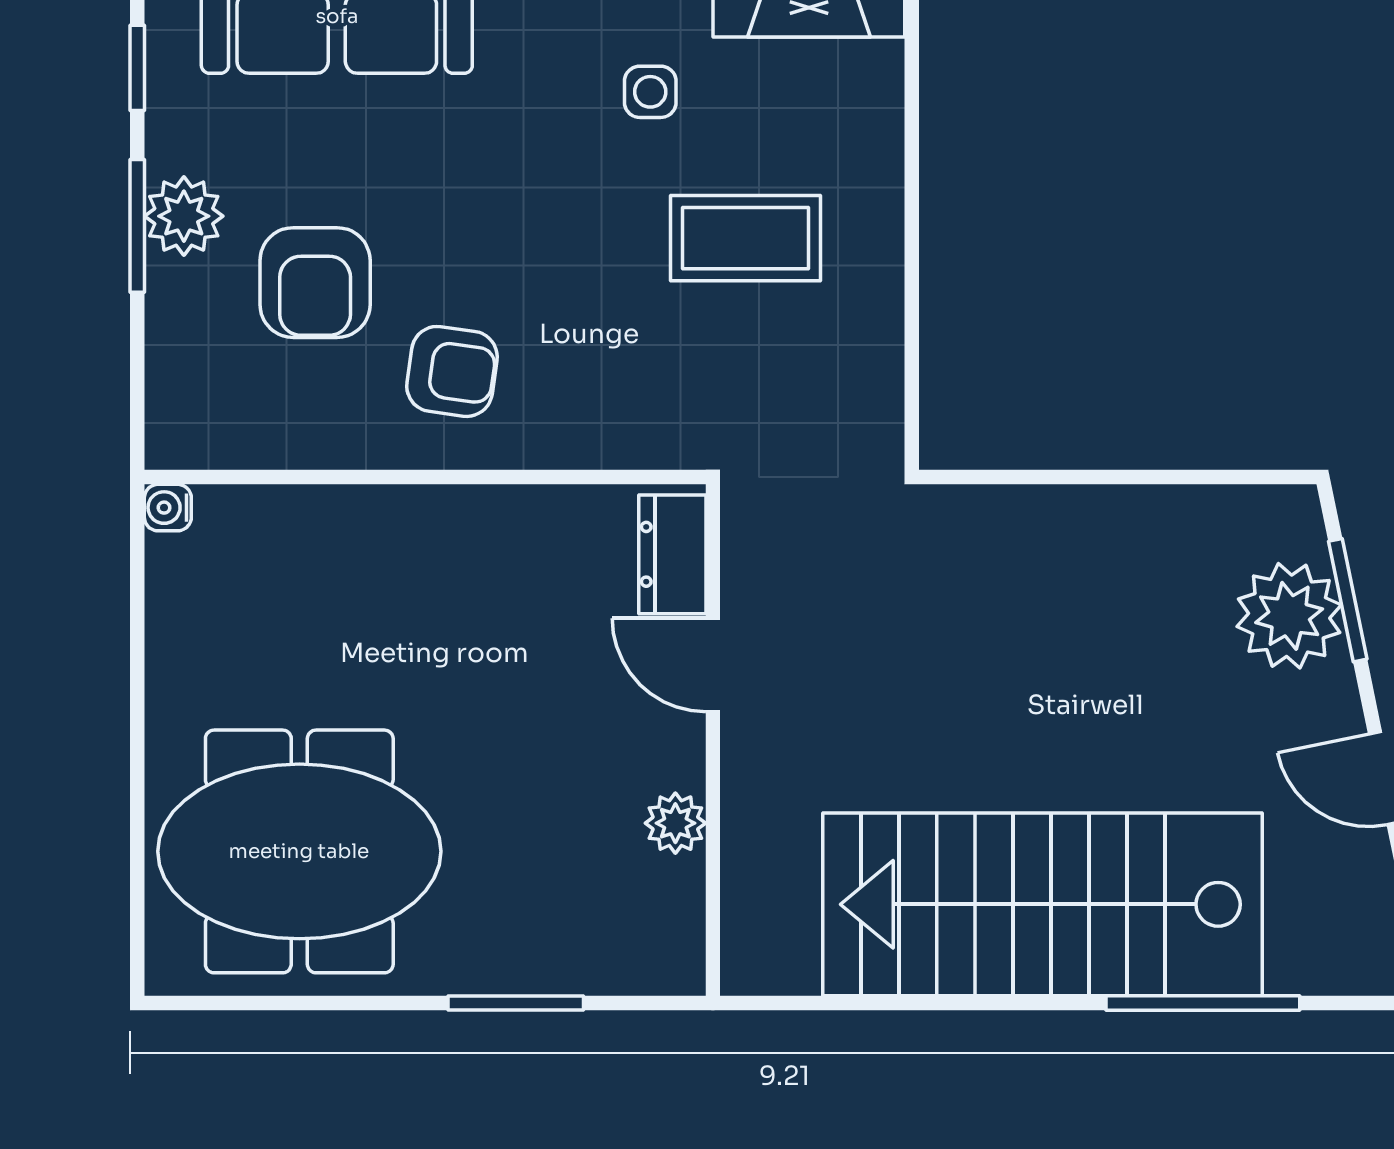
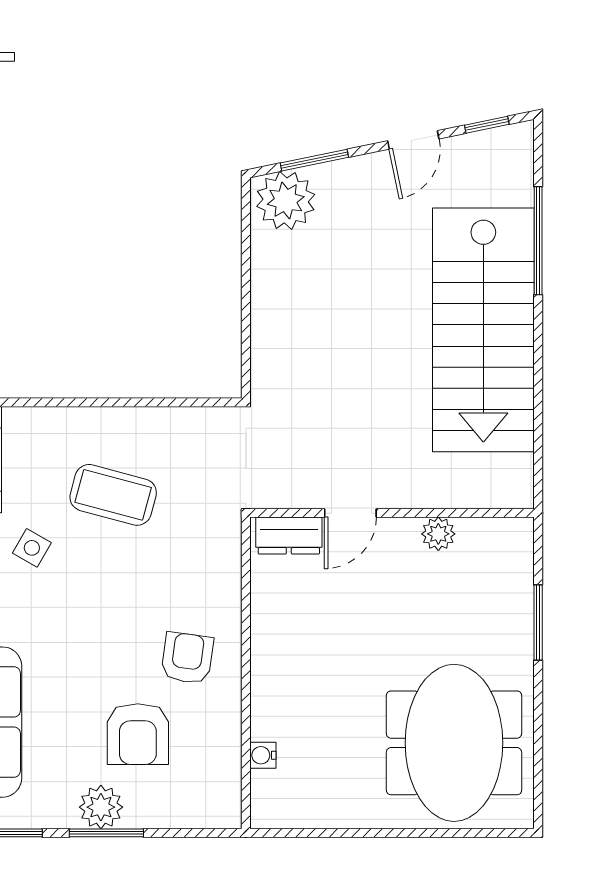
side table: (650, 92) -> (32, 548), turned 30
coffee table: (745, 238) -> (113, 495), turned -75
armchair: (315, 283) -> (138, 734), turned 90
water cooler: (168, 508) -> (263, 755), moved, turned 90
plant: (1289, 616) -> (286, 200), moved

